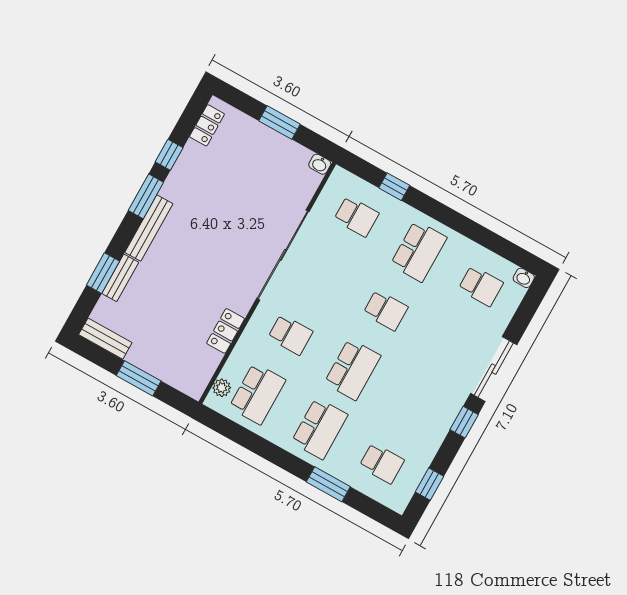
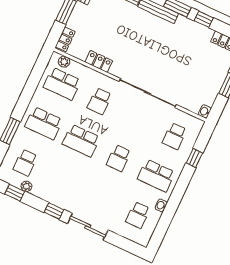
washbasin: (524, 278) -> (161, 205), moved
locker: (185, 383) -> (65, 39), added
plant: (421, 464) -> (26, 186), added

